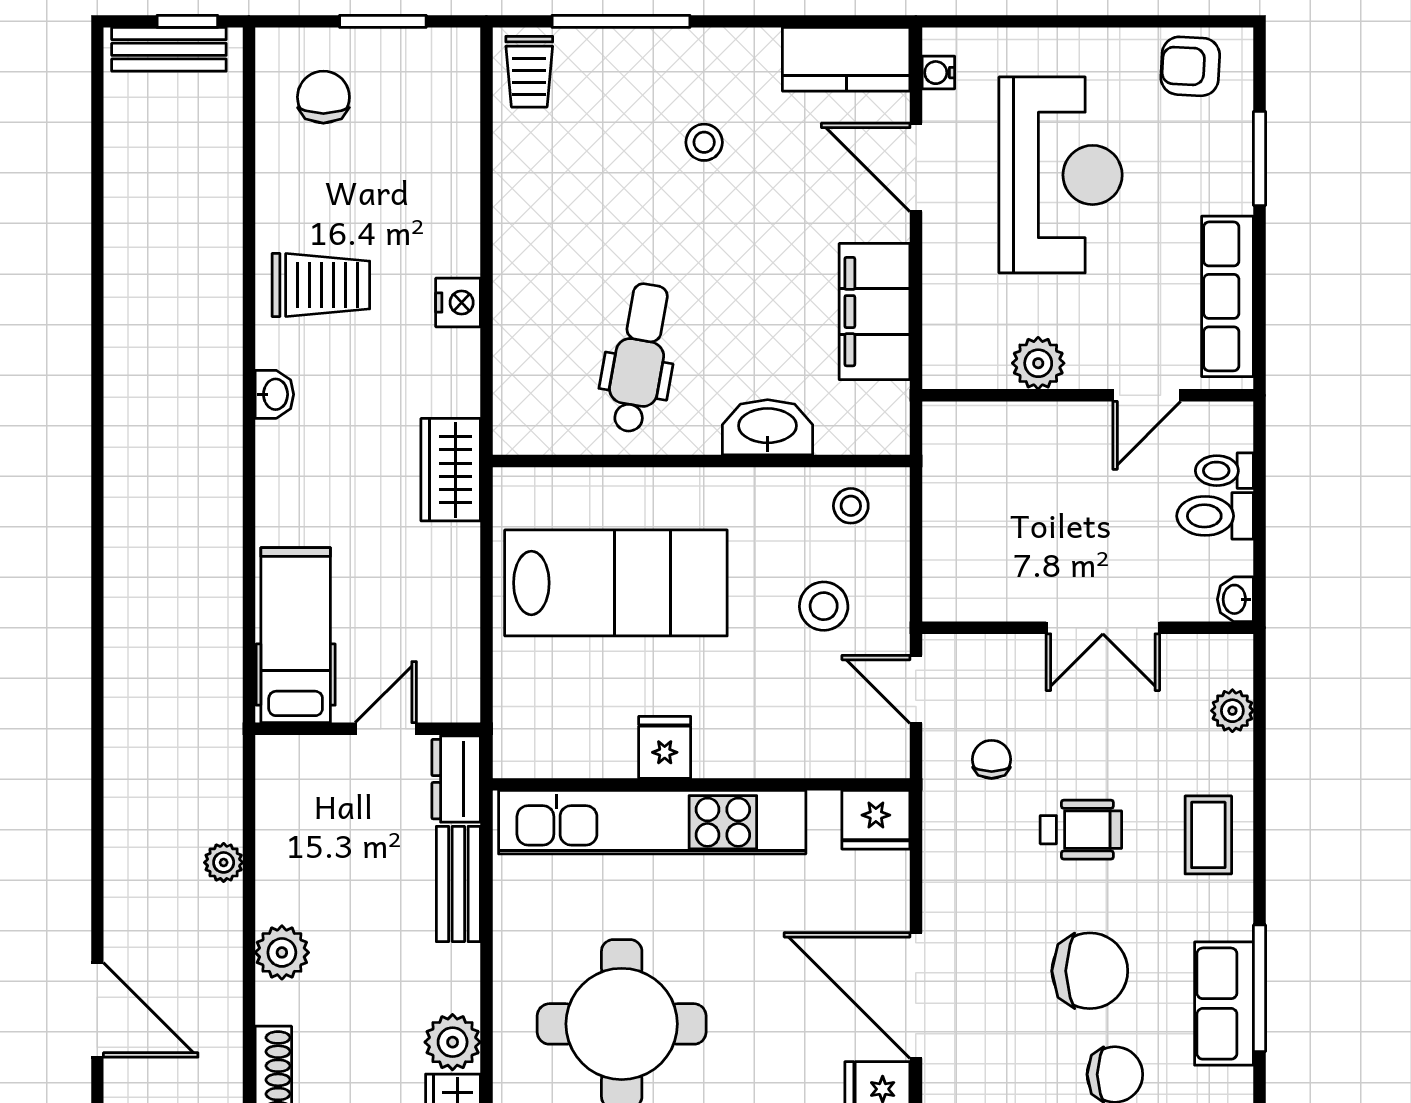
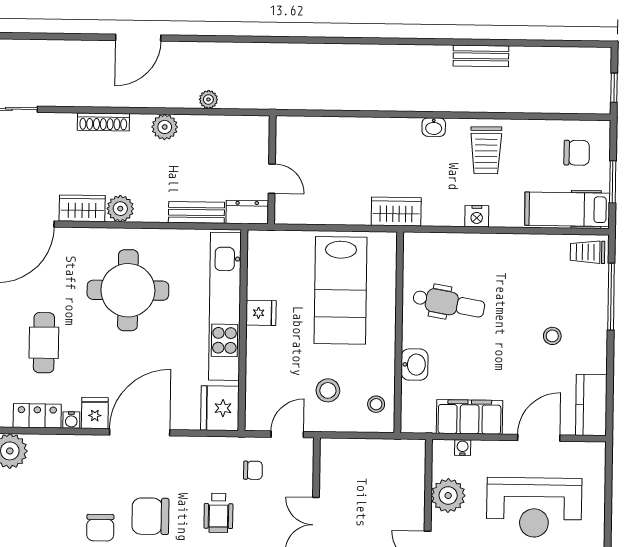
bench: (169, 49) -> (481, 56), moved, turned 90
water cooler: (938, 73) -> (463, 448), moved
plant: (1038, 363) -> (448, 495), width x1.36, depth x1.36
washbasin: (768, 427) -> (414, 365), width x0.72
hospital bed: (296, 635) -> (567, 209), moved, turned 180
fridge: (876, 820) -> (220, 408), width x1.36, depth x1.34
chair: (1090, 971) -> (150, 516), turned 90

